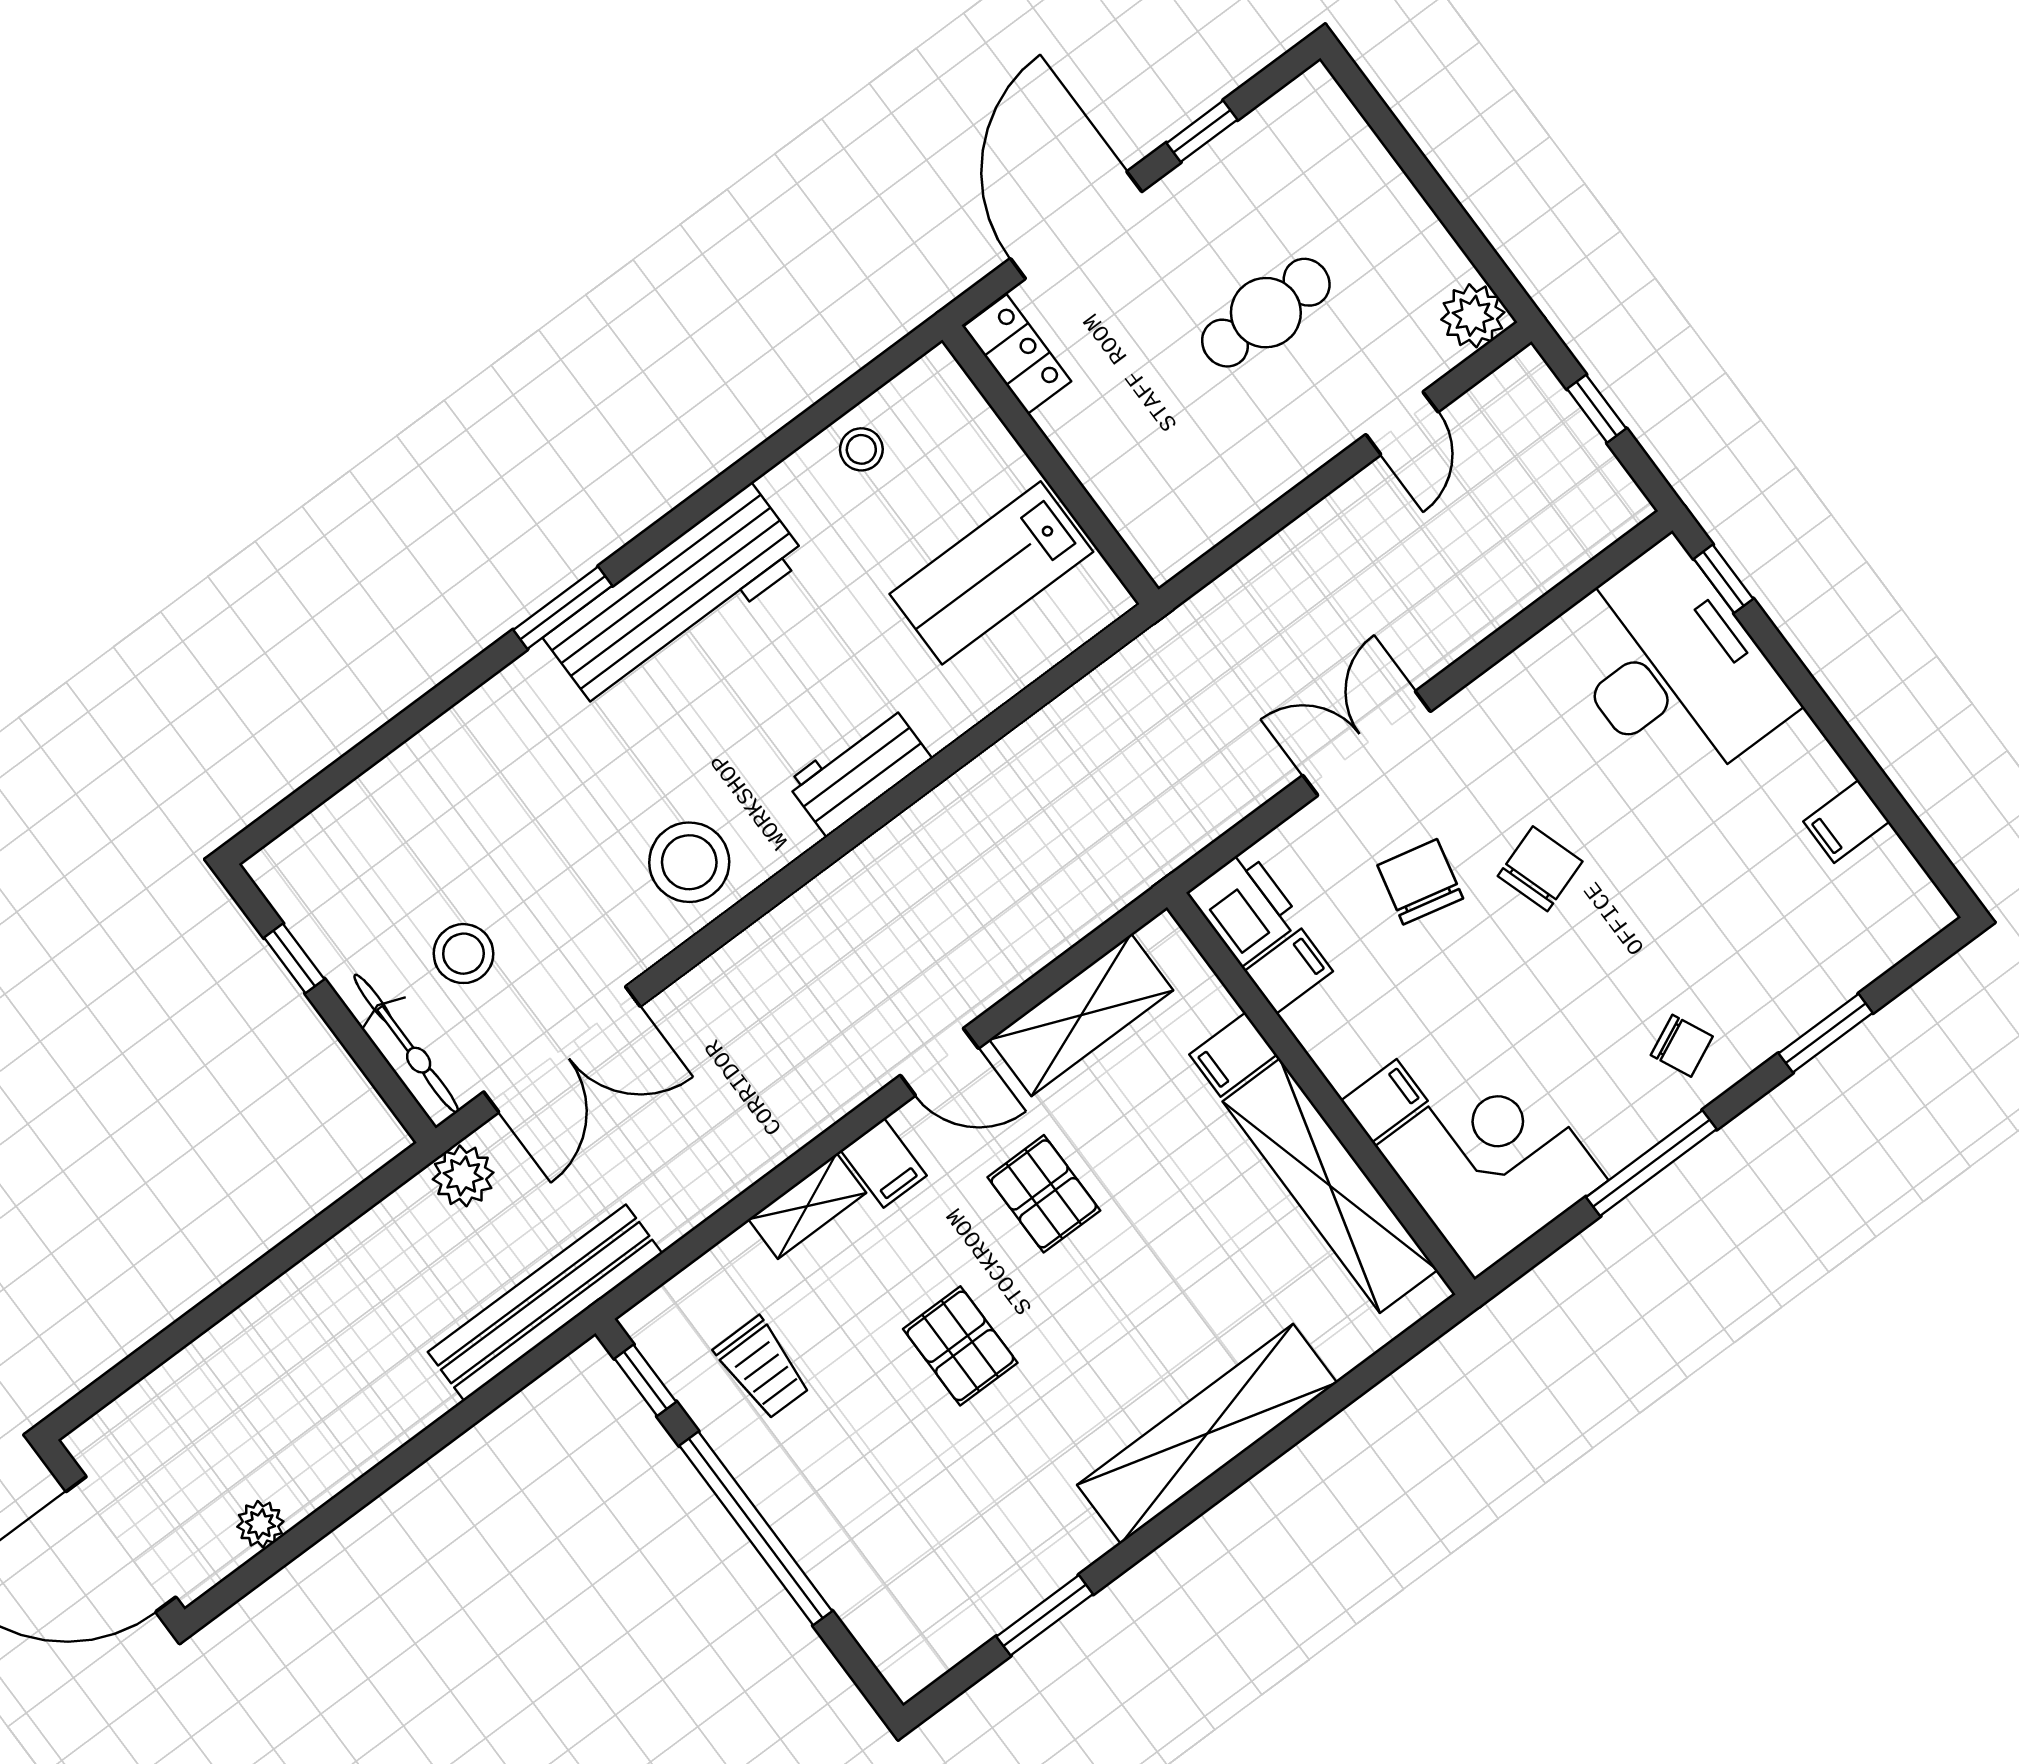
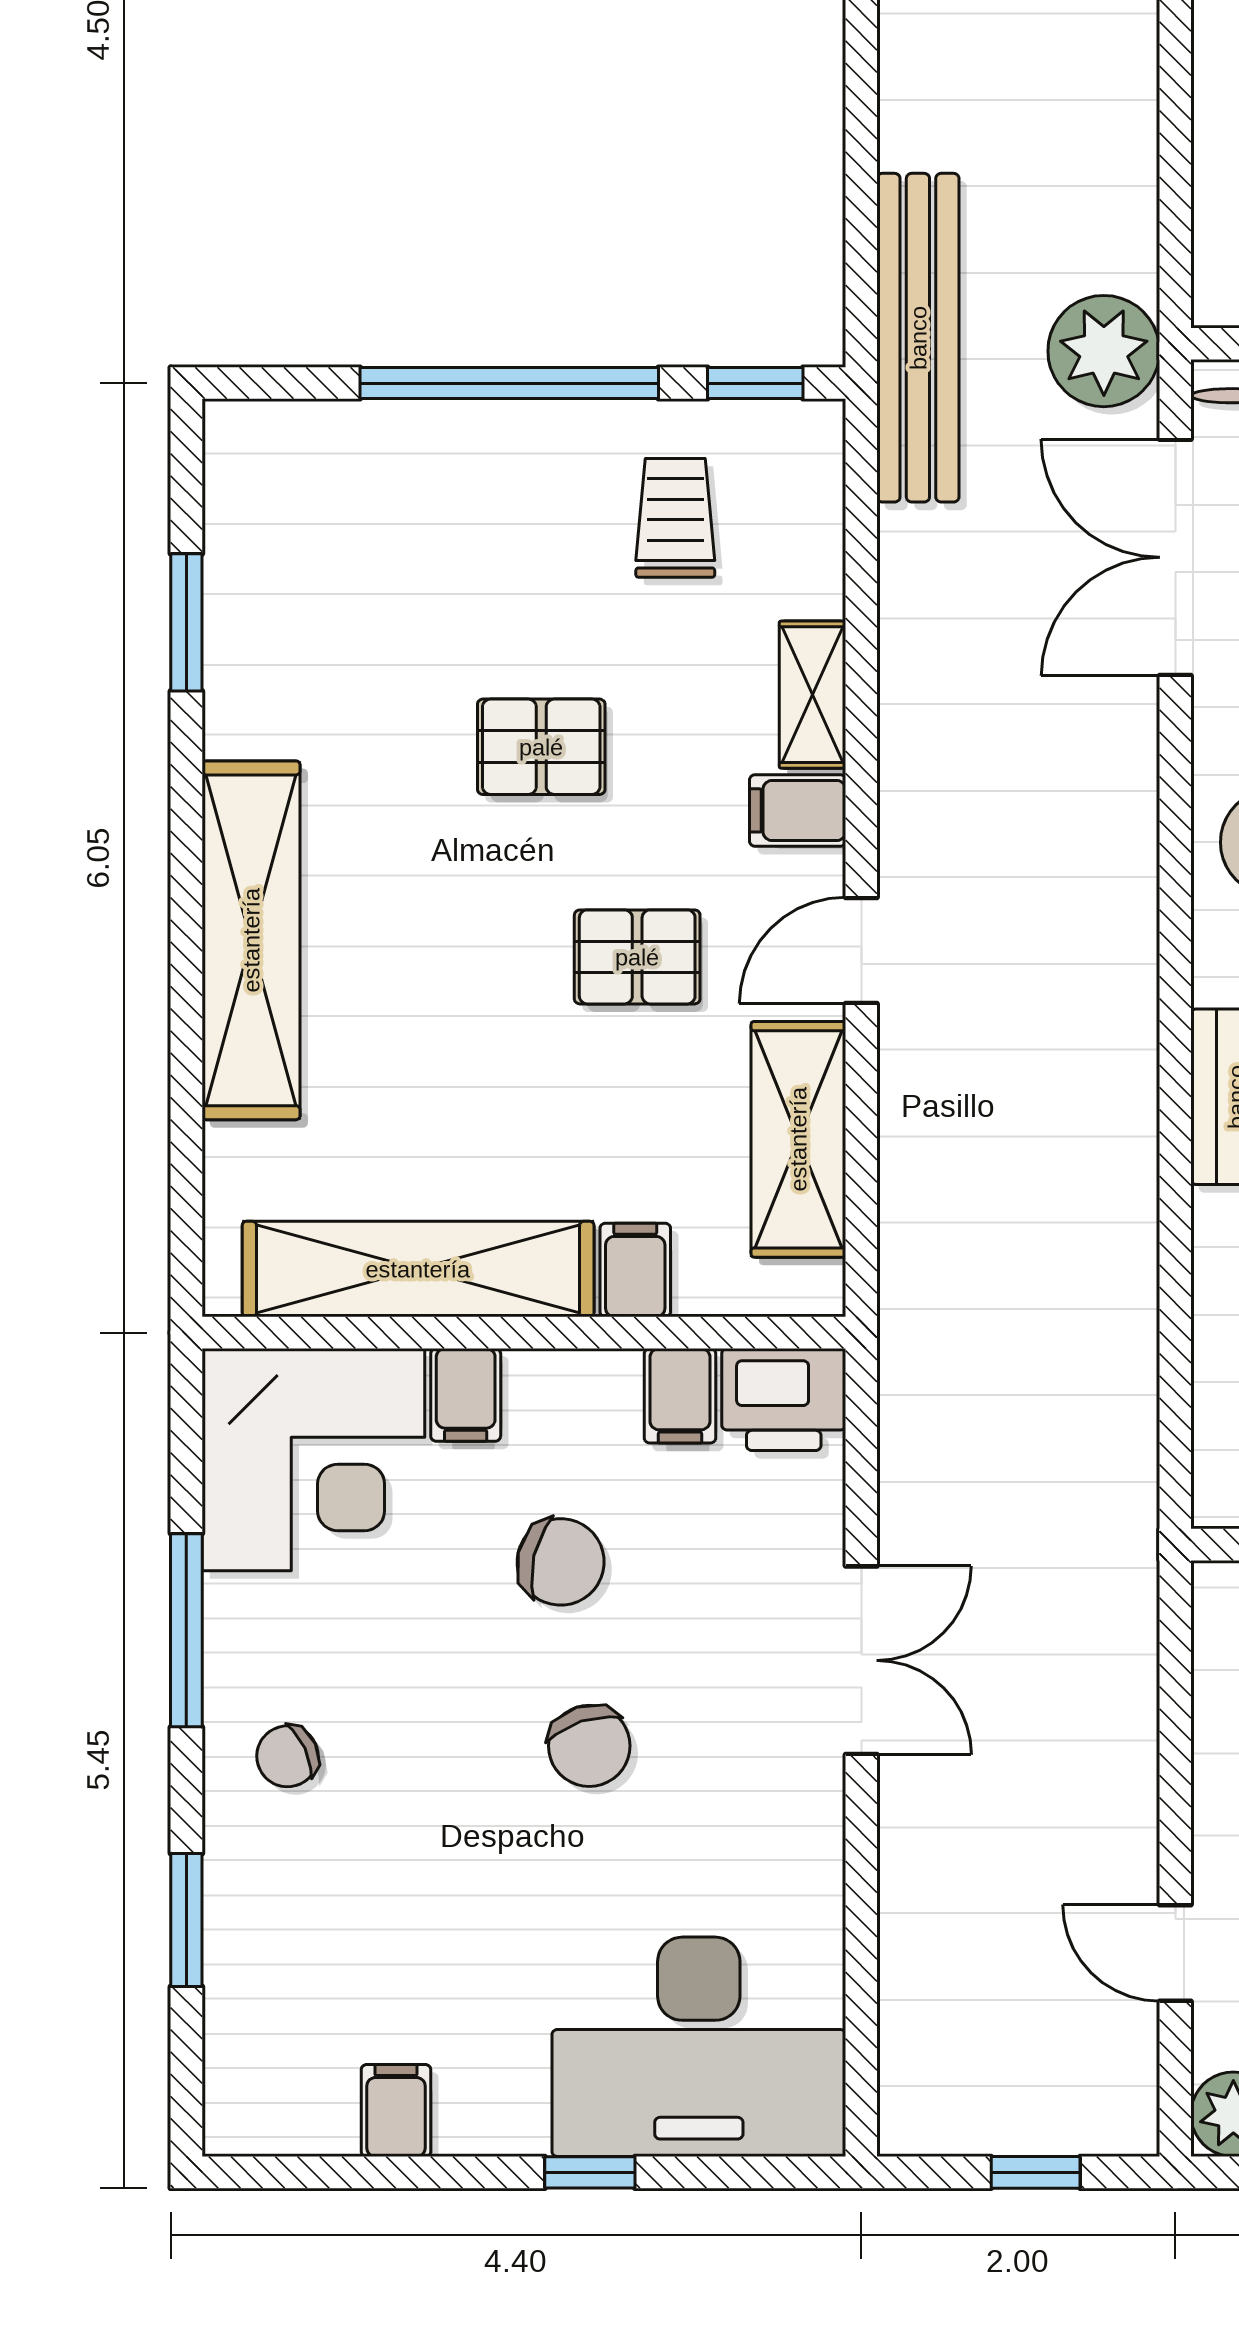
window: (1723, 579) -> (590, 2172), moved
chair: (1420, 882) -> (561, 1562), moved
plant: (463, 1176) -> (1104, 351), width x1.36, depth x1.36
trolley: (762, 1368) -> (675, 518), turned 90

